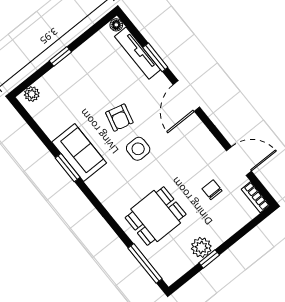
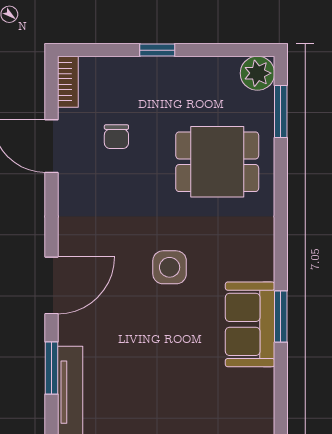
armchair: (119, 118) -> (161, 327), removed
plant: (201, 247) -> (257, 73), moved
window: (209, 259) -> (157, 50), moved
window: (145, 263) -> (281, 111), width x0.69

